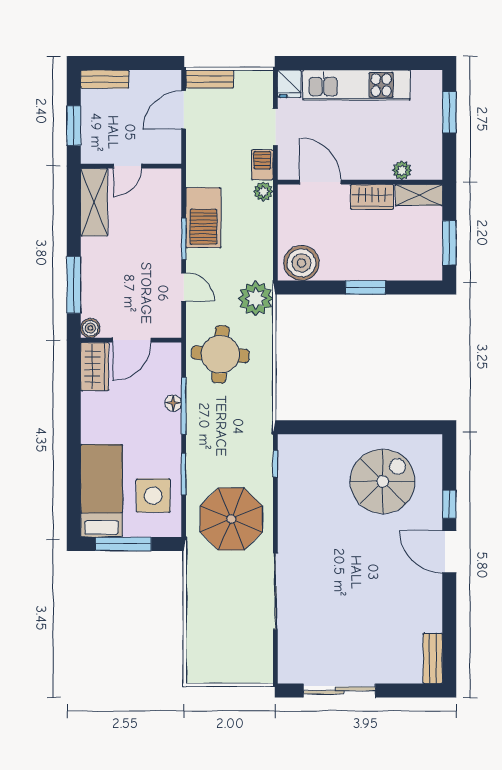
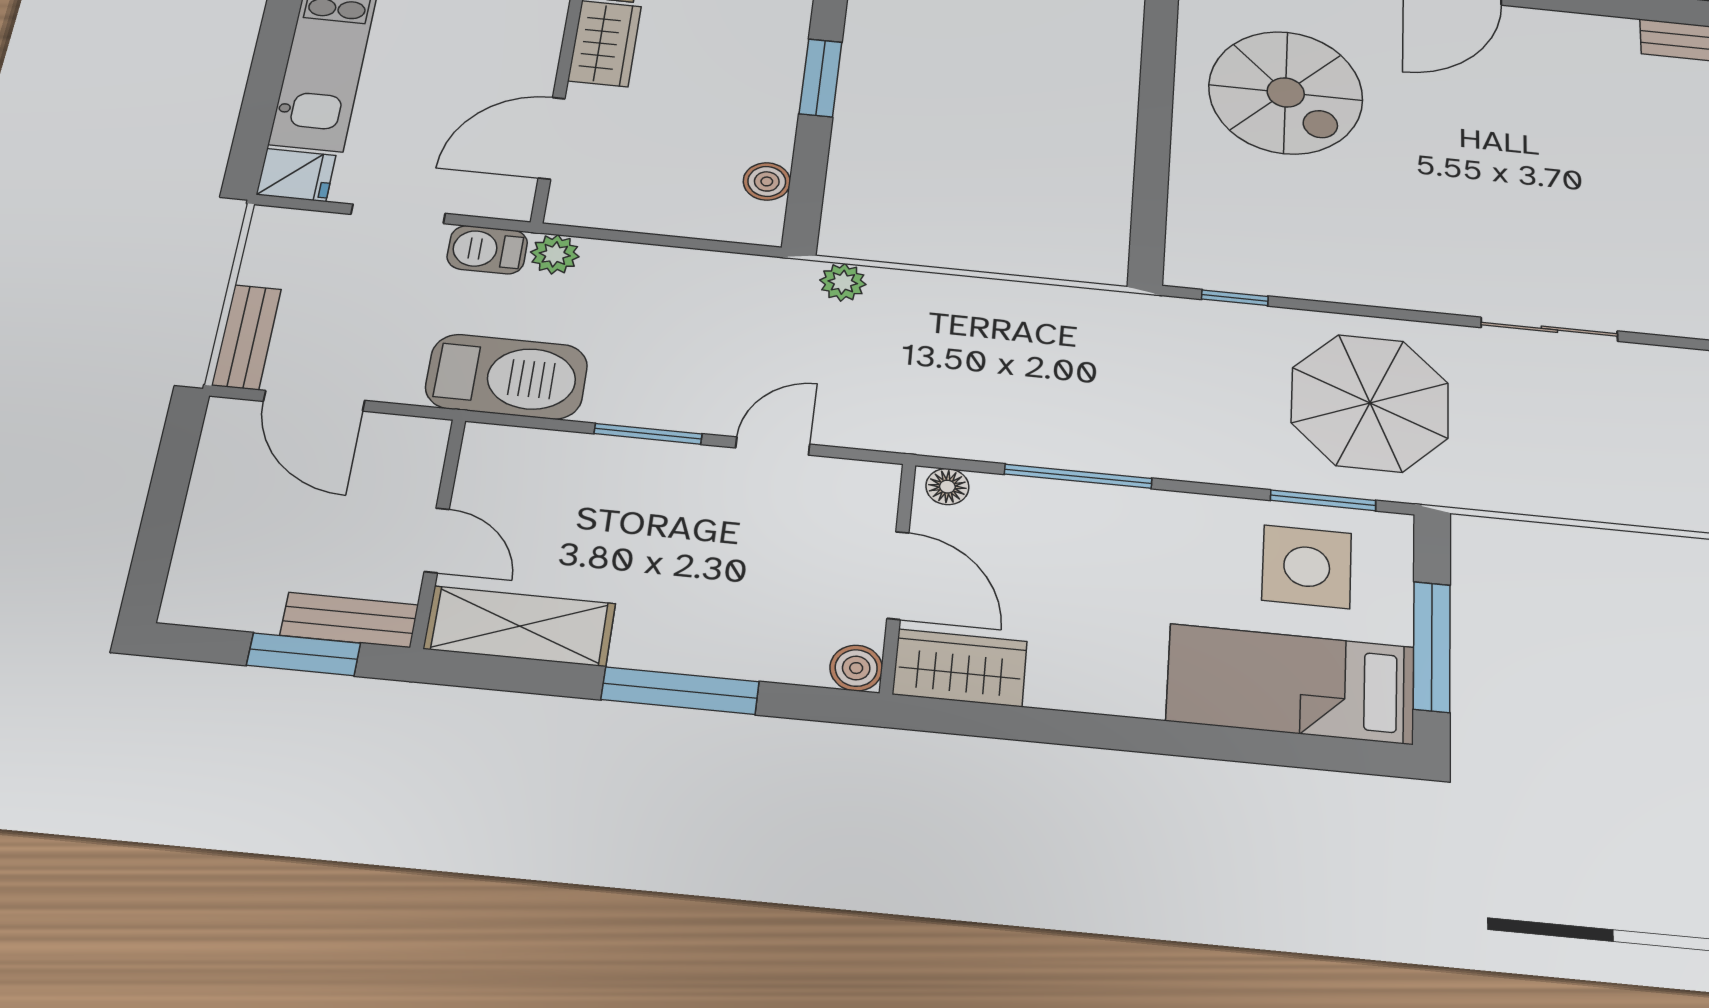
bench: (105, 79) -> (349, 620), moved, turned 90
barbecue: (203, 218) -> (507, 377), moved
boiler: (301, 263) -> (767, 181), width x0.54, depth x0.54
window: (74, 285) -> (680, 691), moved
plant: (256, 298) -> (843, 282), width x0.53, depth x0.53
round table: (220, 354) -> (953, 384), removed
floor lamp: (173, 403) -> (947, 487), moved
window: (184, 474) -> (1323, 500), moved
spiral stairs: (383, 481) -> (1286, 92), turned 180
sliding door: (275, 591) -> (1549, 329), width x0.73

